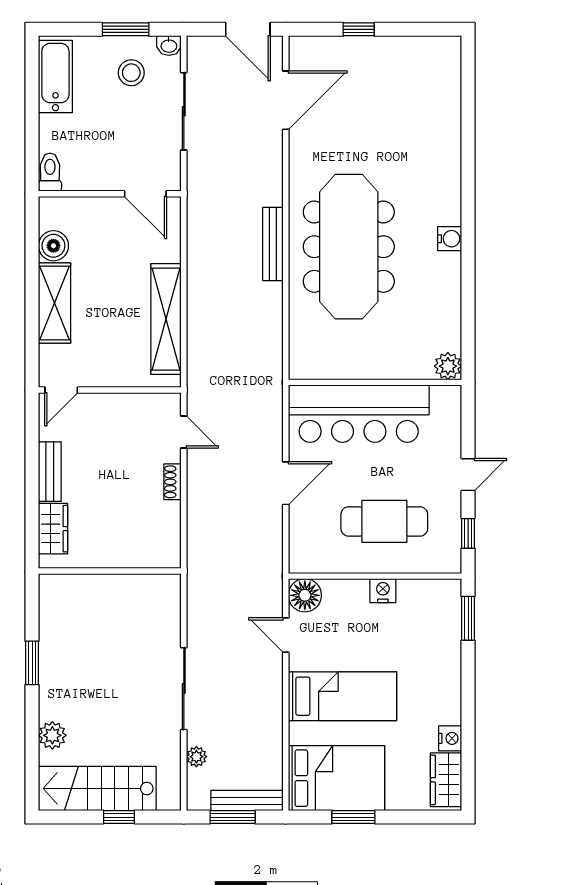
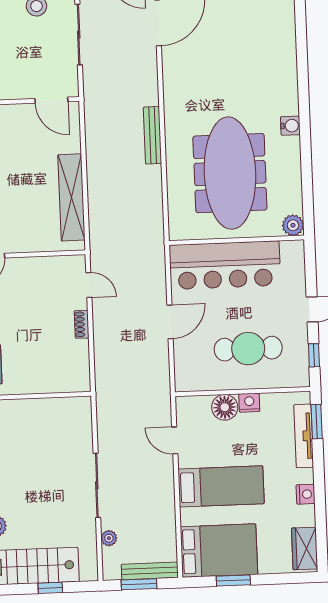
meeting table: (349, 247) -> (230, 173), moved
floor lamp: (305, 595) -> (225, 407), moved
tv unit: (451, 636) -> (304, 436), added
nightstand: (450, 738) -> (306, 494), moved

